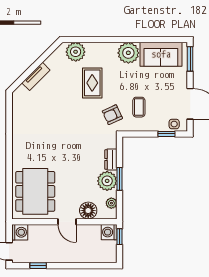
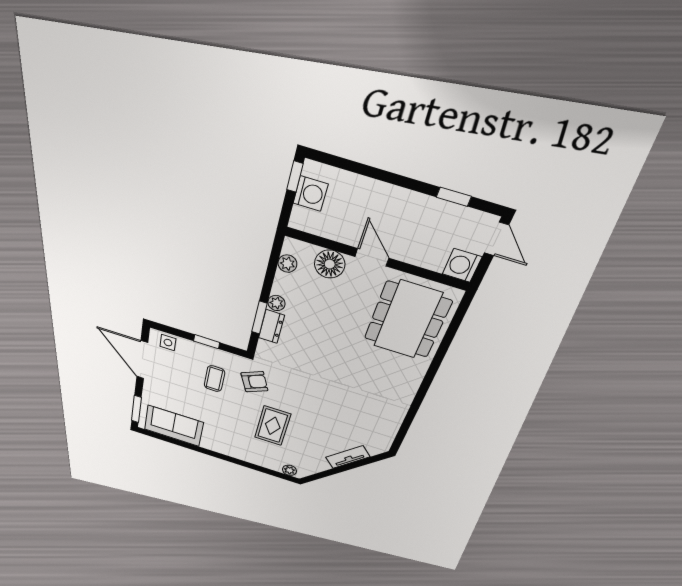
plant: (76, 52) -> (289, 470), width x0.53, depth x0.53
plant: (128, 53) -> (216, 441), removed
window: (167, 134) -> (207, 342), moved
window: (120, 179) -> (259, 318), moved
plant: (107, 181) -> (276, 303), width x0.53, depth x0.53
washing machine: (109, 232) -> (311, 194), moved
window: (120, 237) -> (295, 177), moved

